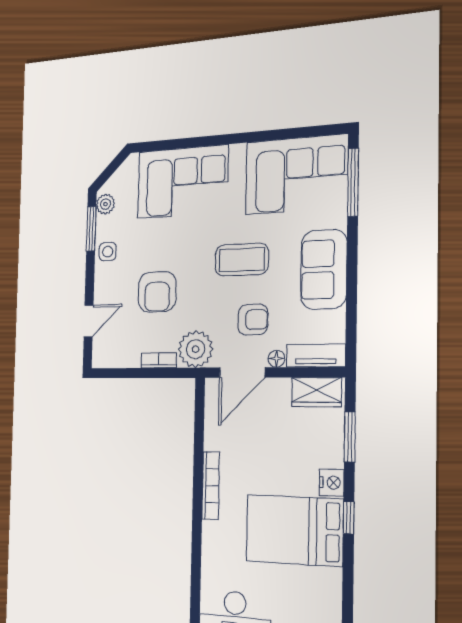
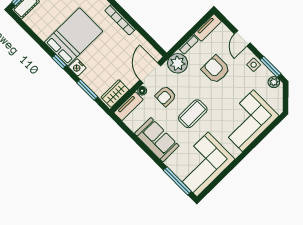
door: (89, 321) -> (242, 38), moved
tv unit: (116, 358) -> (208, 28), added

